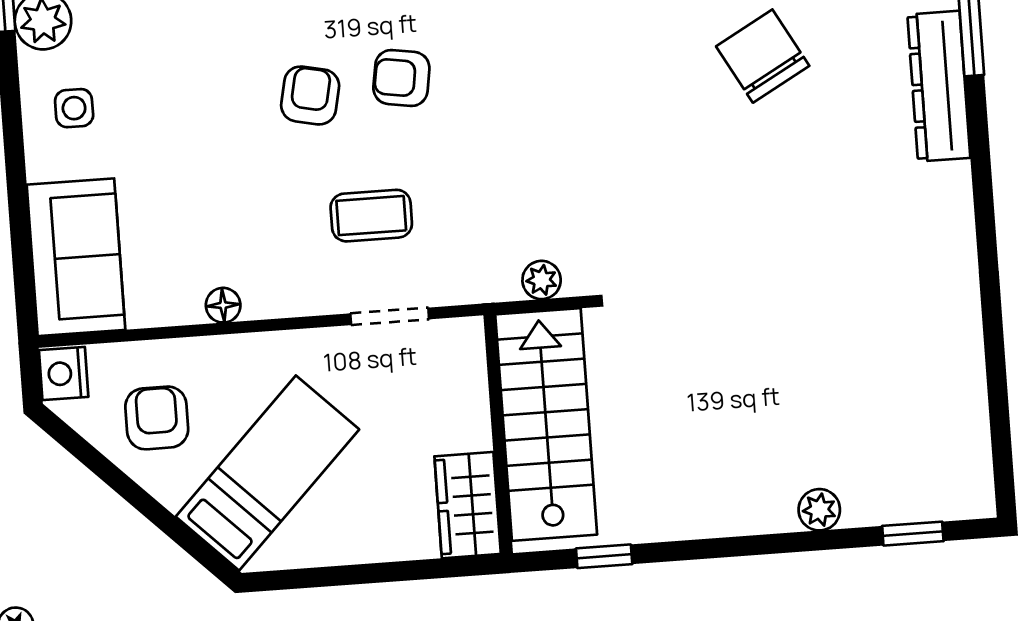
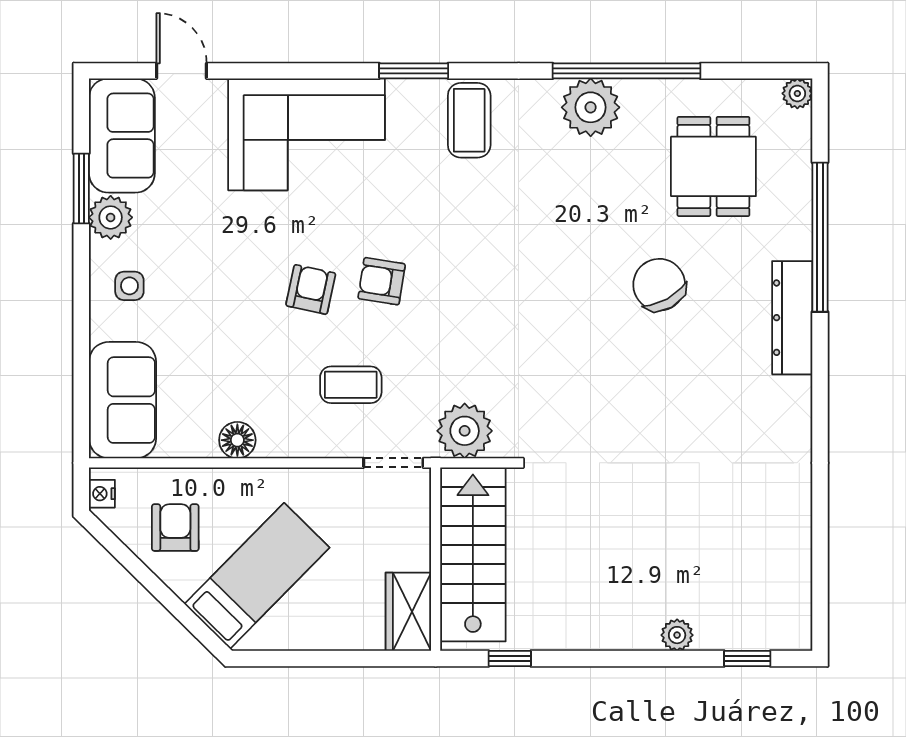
plant: (542, 280) -> (465, 431), width x1.87, depth x1.87
floor lamp: (223, 305) -> (237, 440), width x1.37, depth x1.37
doorway: (390, 316) -> (393, 463), moved
nightstand: (64, 373) -> (102, 494), width x0.72, depth x0.74

